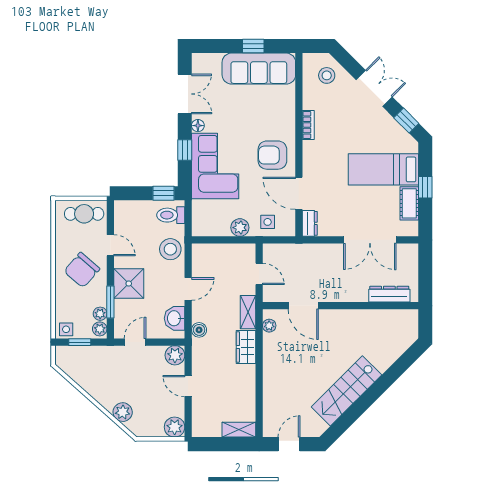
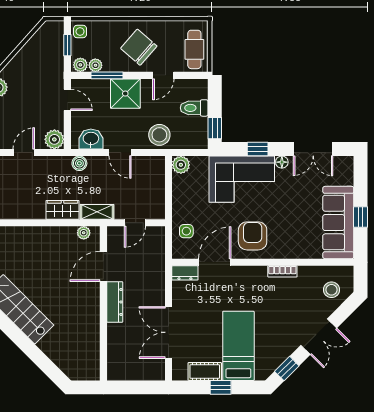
toilet: (171, 215) -> (194, 108), moved, turned -90
plant: (240, 228) -> (181, 165), moved
dresser: (389, 294) -> (115, 302), moved

